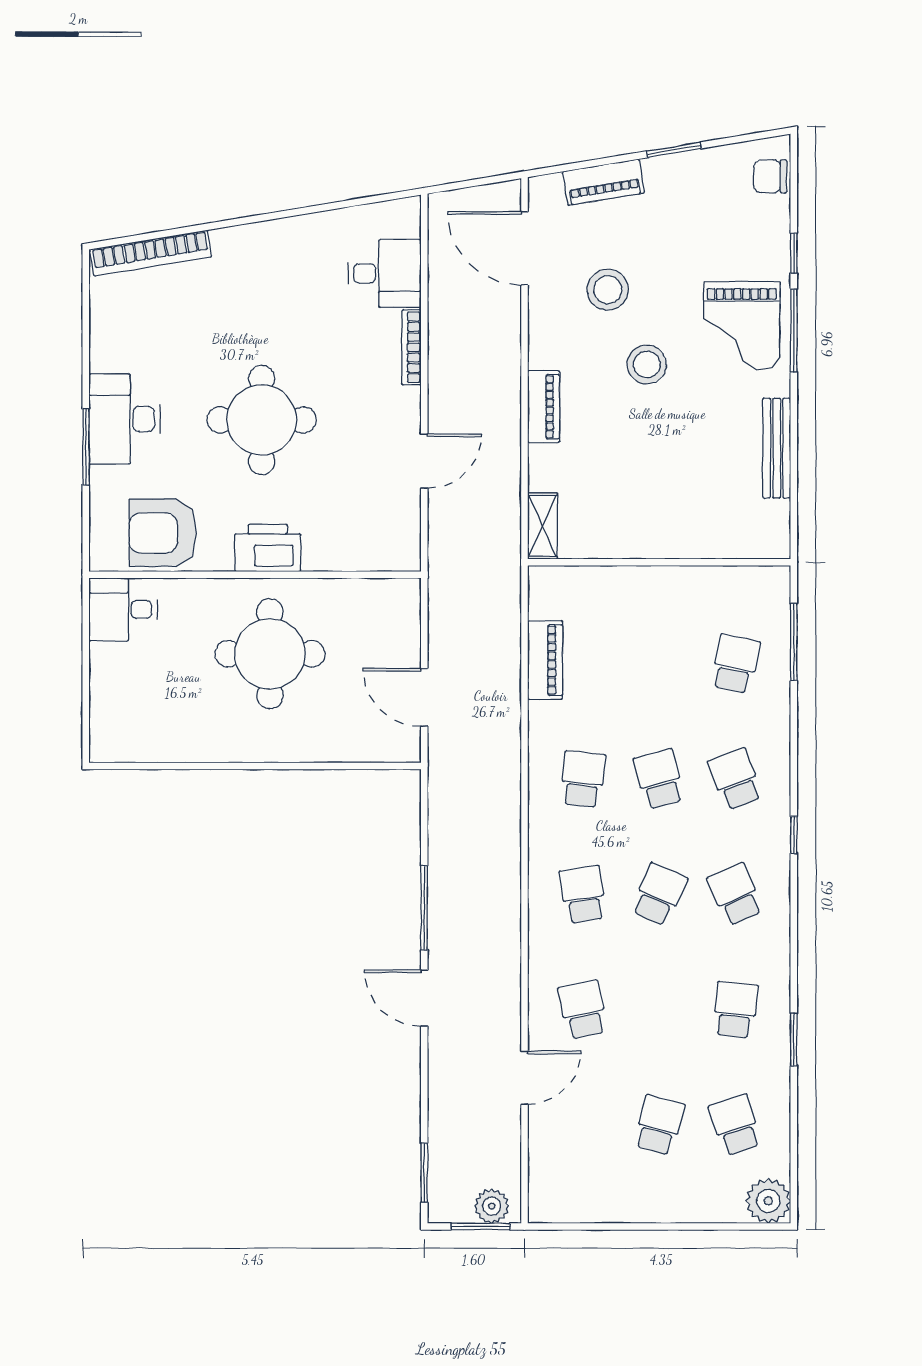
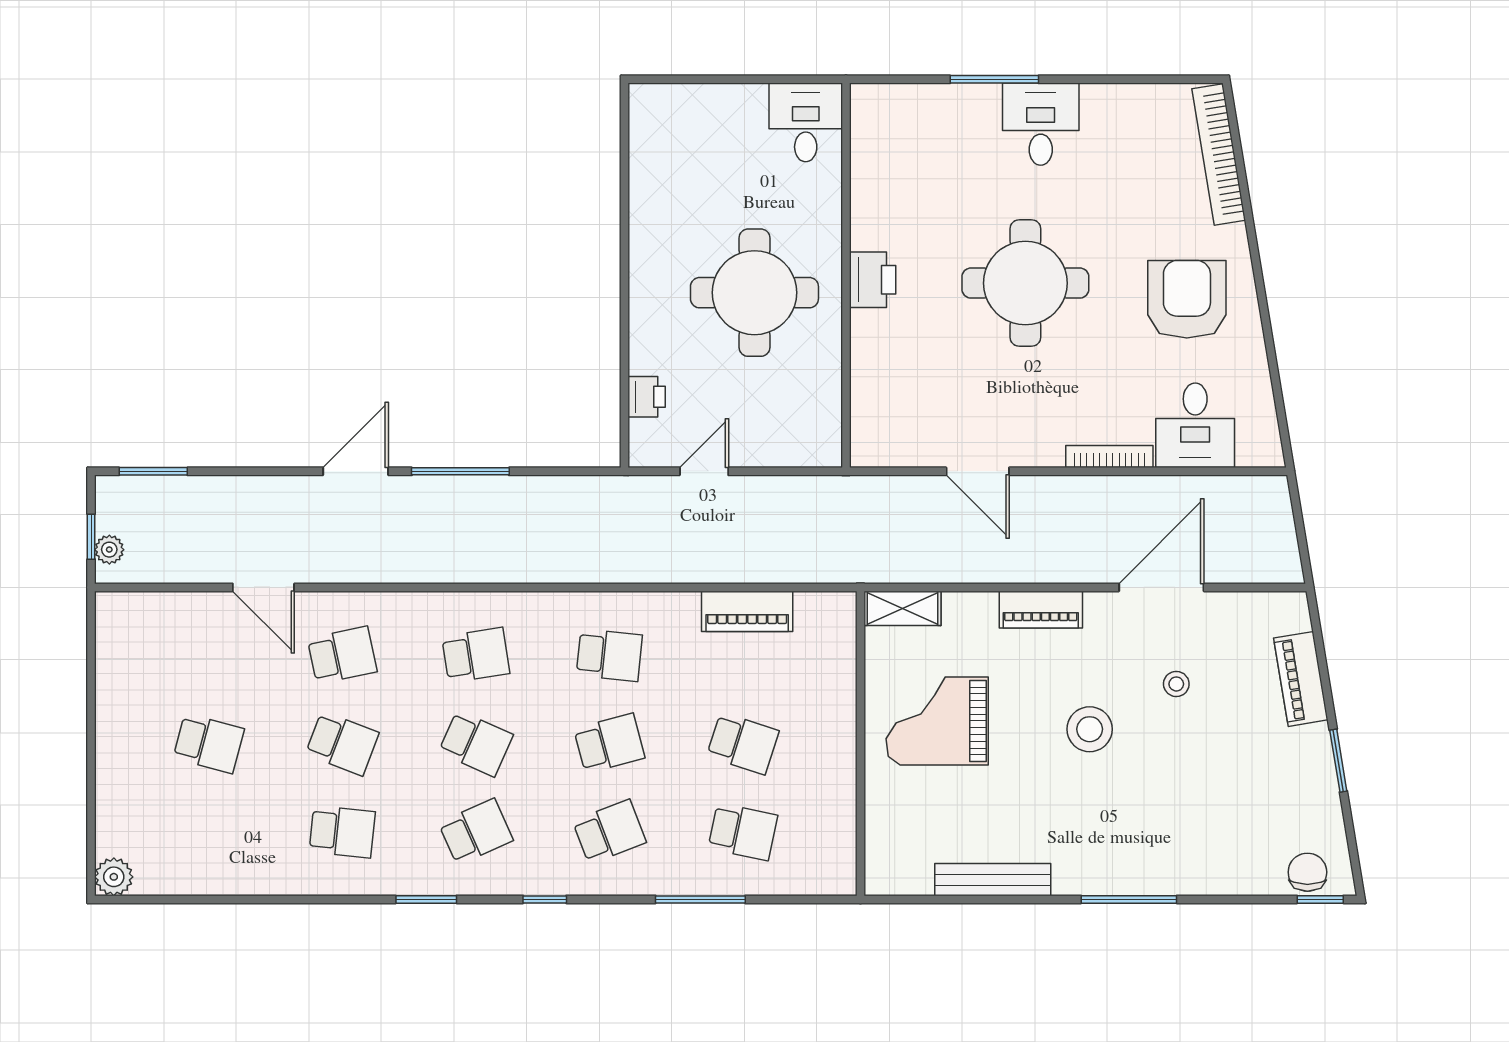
door: (524, 248) -> (1161, 587), moved
window: (794, 253) -> (1320, 899), moved
stool: (608, 290) -> (1176, 684), width x0.53, depth x0.53
grand piano: (742, 326) -> (937, 721), moved
desk: (125, 419) -> (1041, 124), width x0.73
armchair: (163, 533) -> (1187, 299), moved
printer: (268, 548) -> (873, 280), width x0.73, depth x0.84
window: (794, 642) -> (700, 899), moved
school desk: (659, 664) -> (743, 743), added
door: (424, 697) -> (704, 471), width x0.73
printer: (360, 747) -> (647, 397), added
window: (794, 1039) -> (426, 899), moved
school desk: (735, 1125) -> (342, 743), moved, turned 39
plant: (768, 1201) -> (114, 877), width x0.73, depth x0.73
plant: (492, 1206) -> (109, 550), width x0.73, depth x0.73
window: (481, 1226) -> (91, 537), width x0.67

